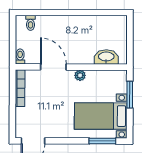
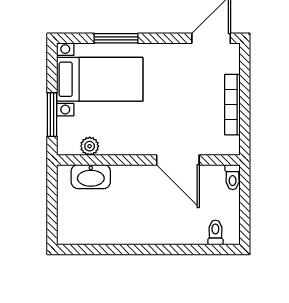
plant: (80, 75) -> (90, 146), moved
bookcase: (20, 88) -> (232, 105), moved
window: (102, 141) -> (116, 38), moved

